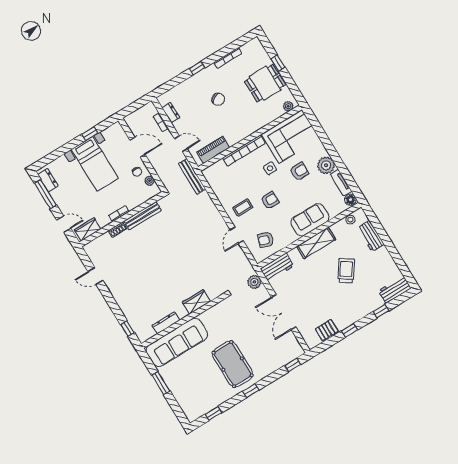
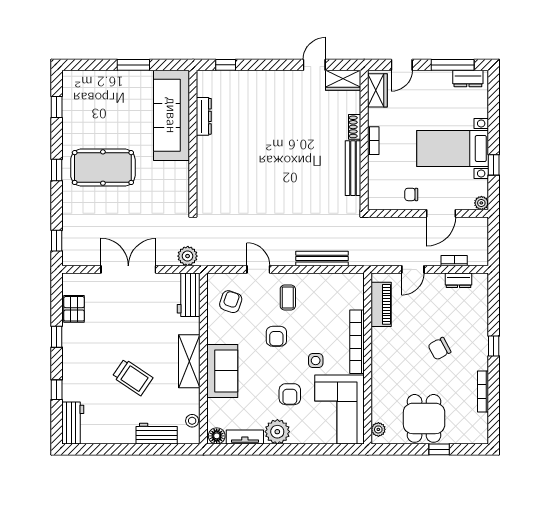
bench: (192, 176) -> (322, 259), moved
plant: (149, 181) -> (481, 203), moved
wardrobe: (196, 302) -> (343, 80), moved, turned 90

